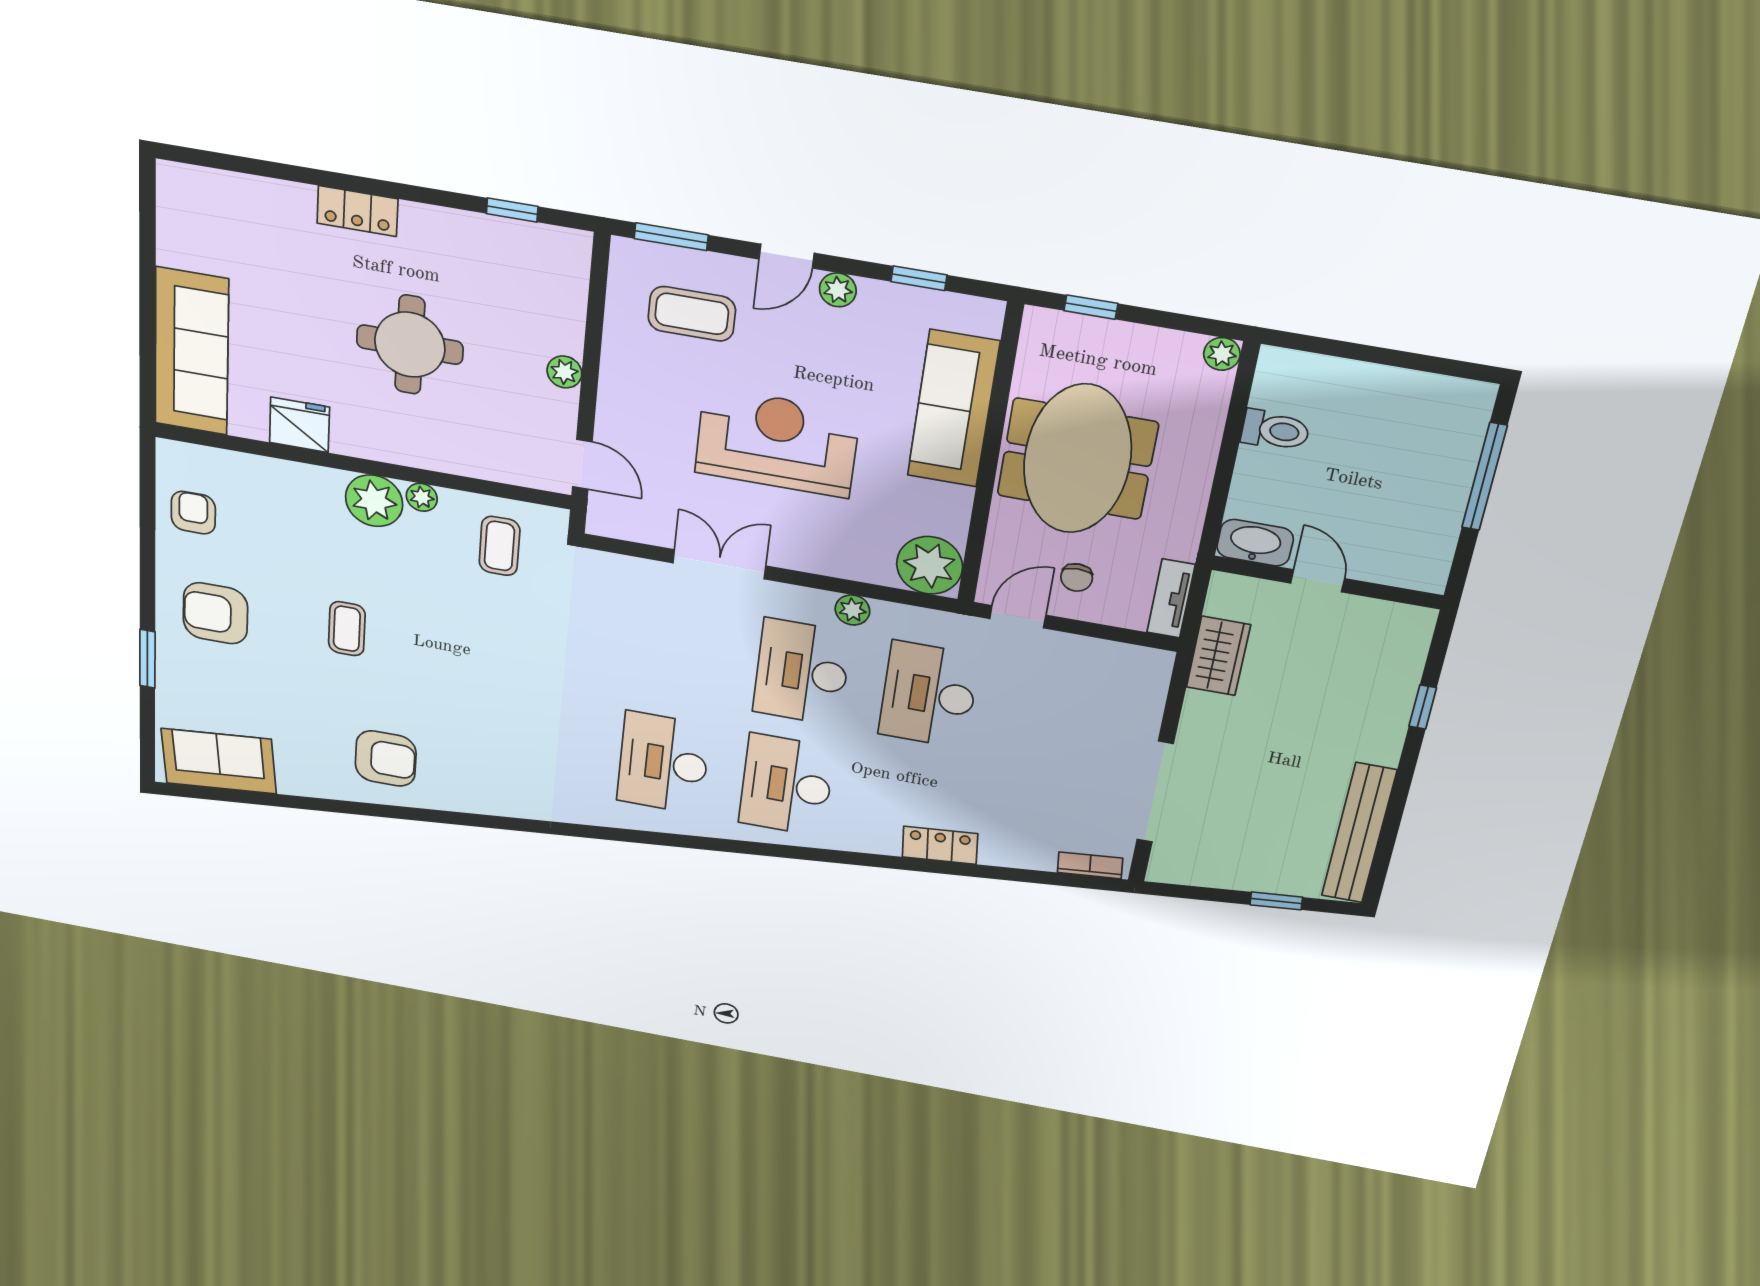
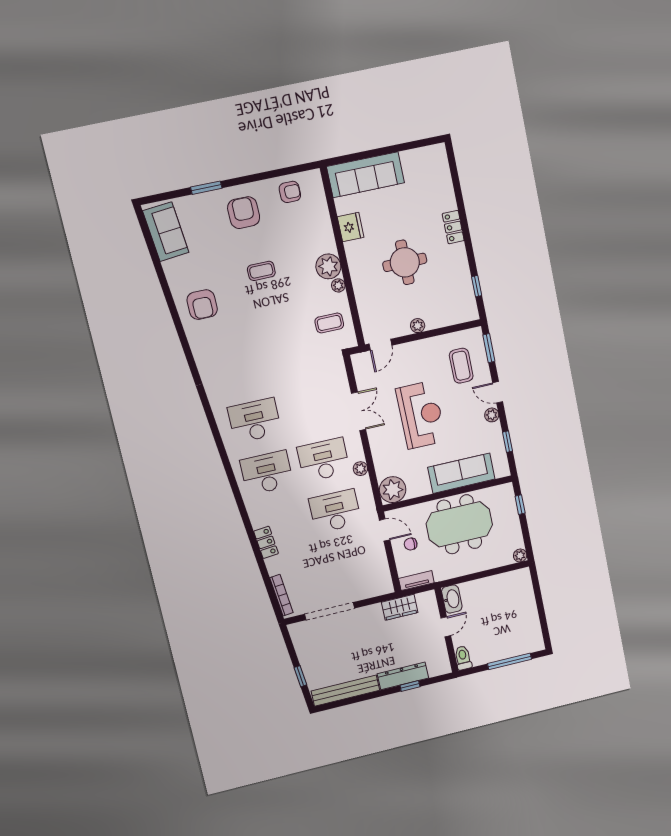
toilet: (1275, 430) -> (463, 658), moved, turned 180
dresser: (1389, 712) -> (403, 676), added
bookcase: (1090, 865) -> (282, 595), width x1.56

